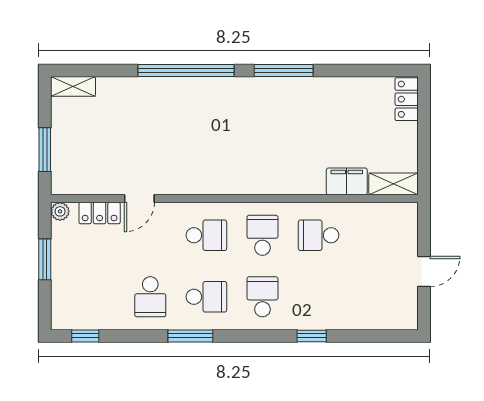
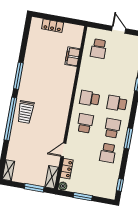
locker: (407, 99) -> (53, 26), moved
trolley: (207, 101) -> (26, 112), added
shelving: (394, 184) -> (52, 177), moved
door: (139, 198) -> (63, 150), swing flipped
school desk: (319, 235) -> (99, 49), moved
school desk: (150, 297) -> (108, 153), turned 90

